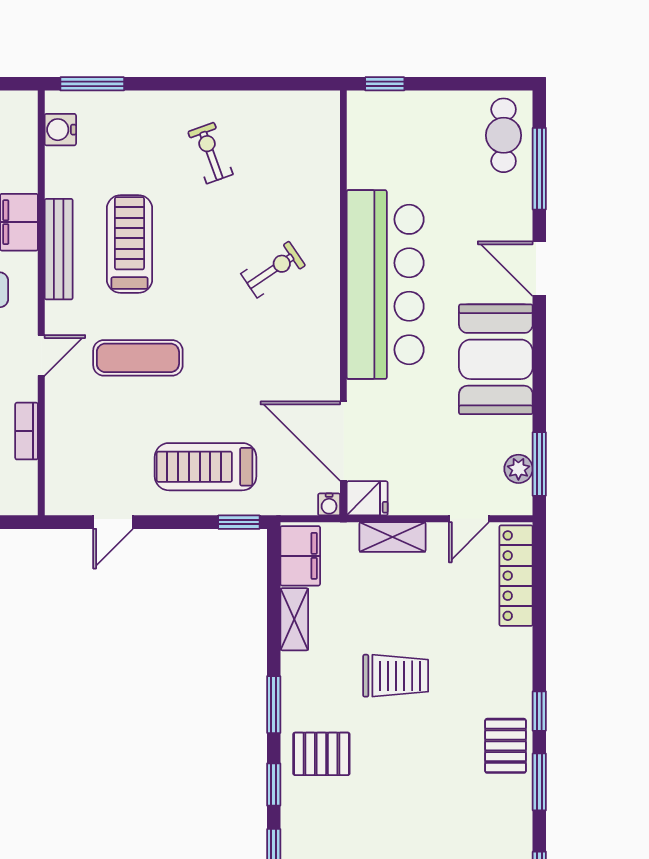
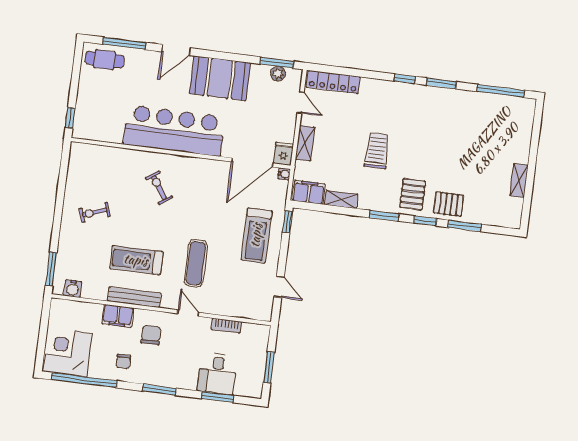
pallet: (506, 746) -> (449, 204), moved

